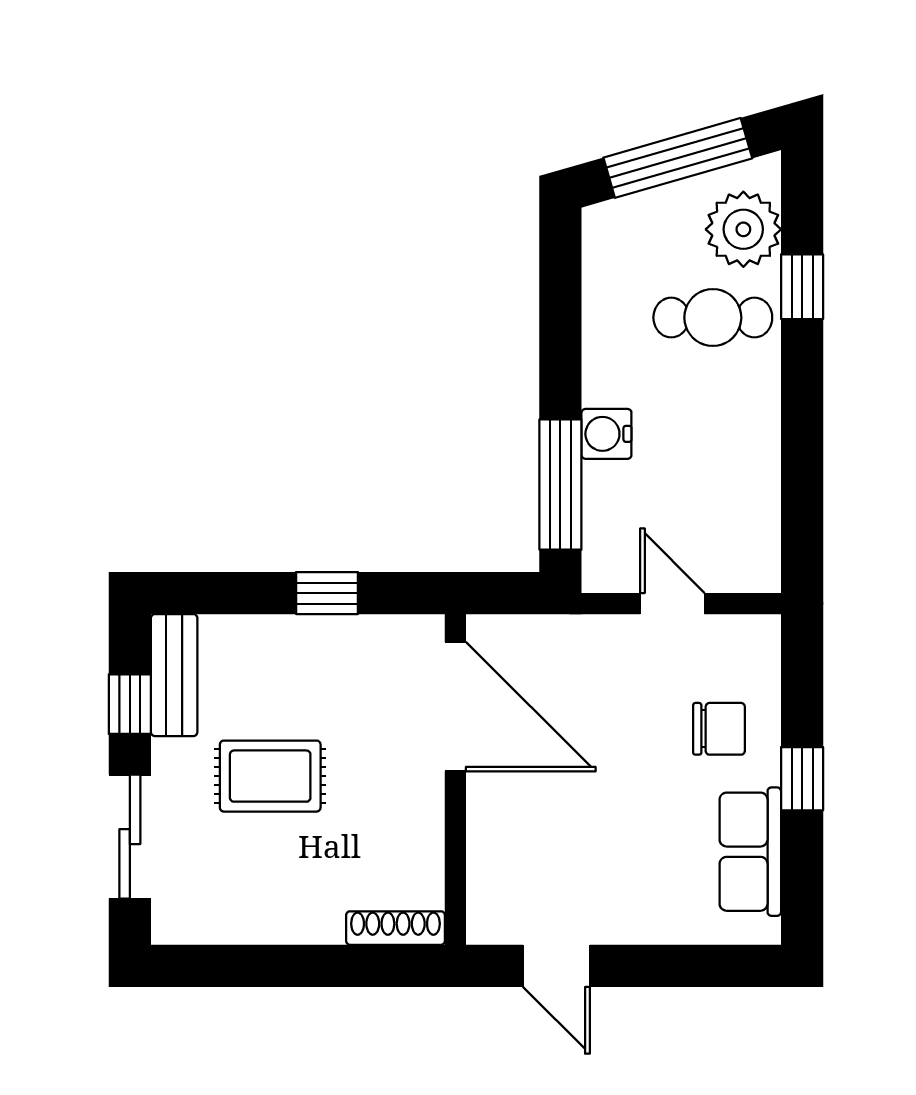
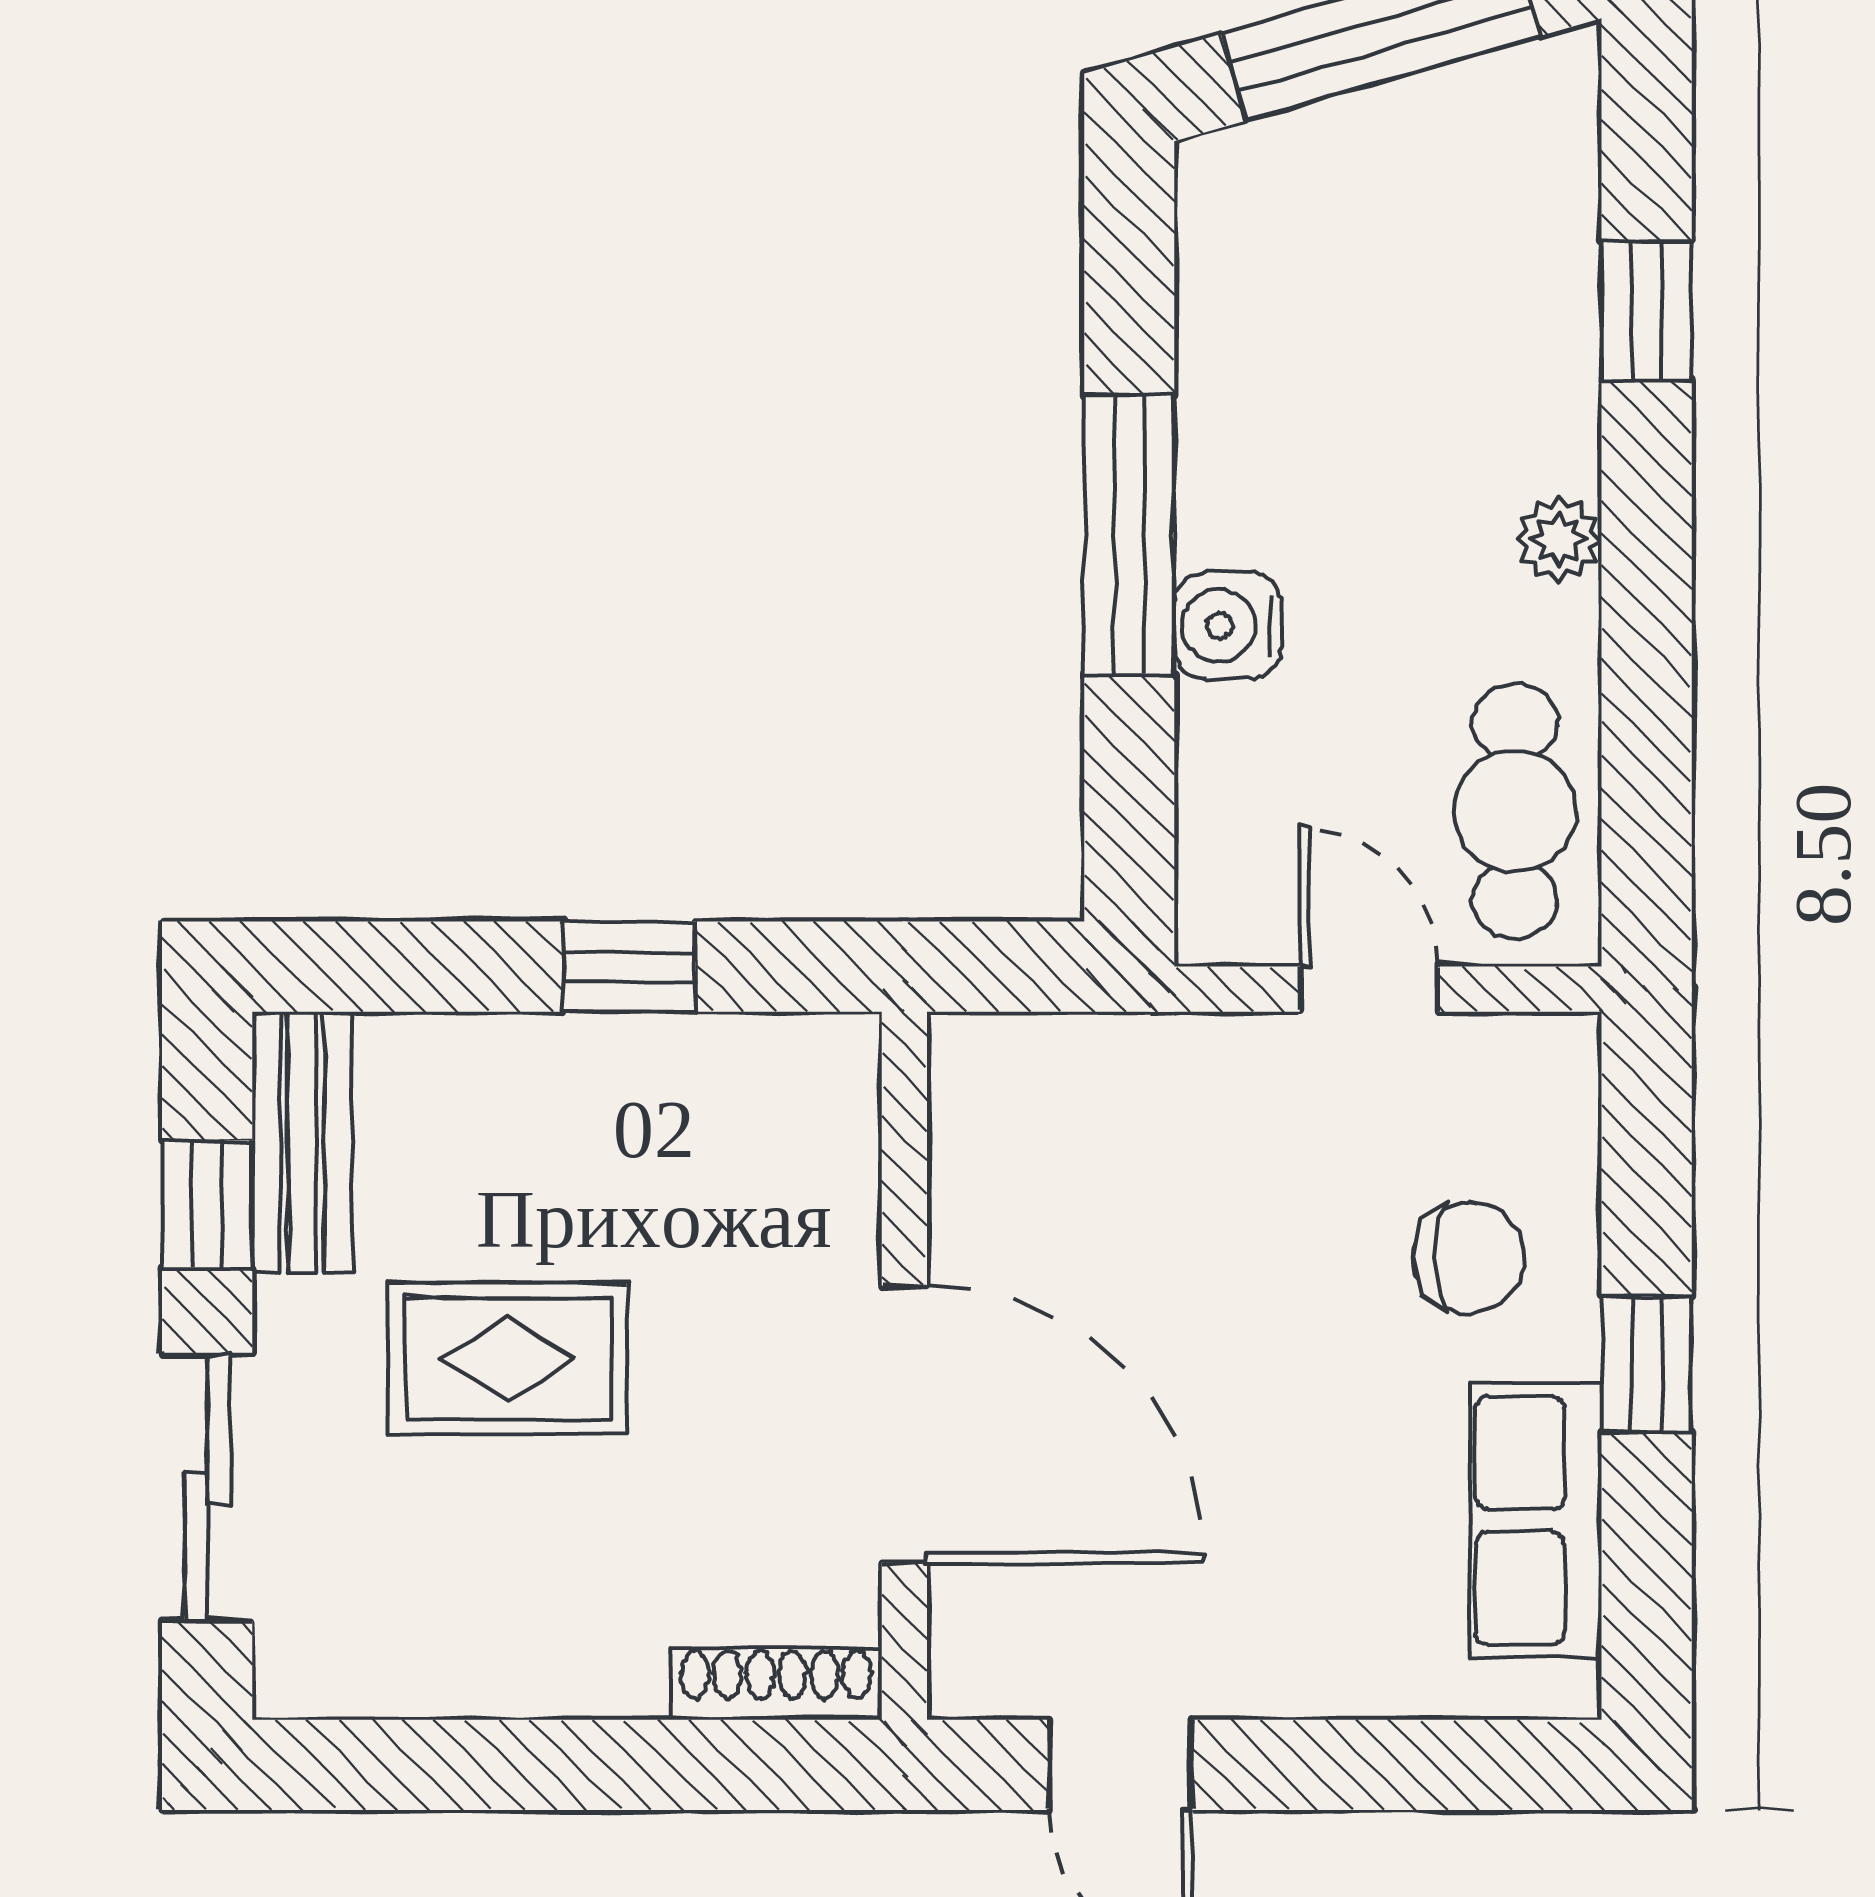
plant: (743, 229) -> (1559, 539), moved, width x0.53, depth x0.53
cafe table: (713, 318) -> (1515, 811), moved, turned 90
window: (560, 485) -> (1129, 535), moved
door: (455, 707) -> (904, 1424), moved

